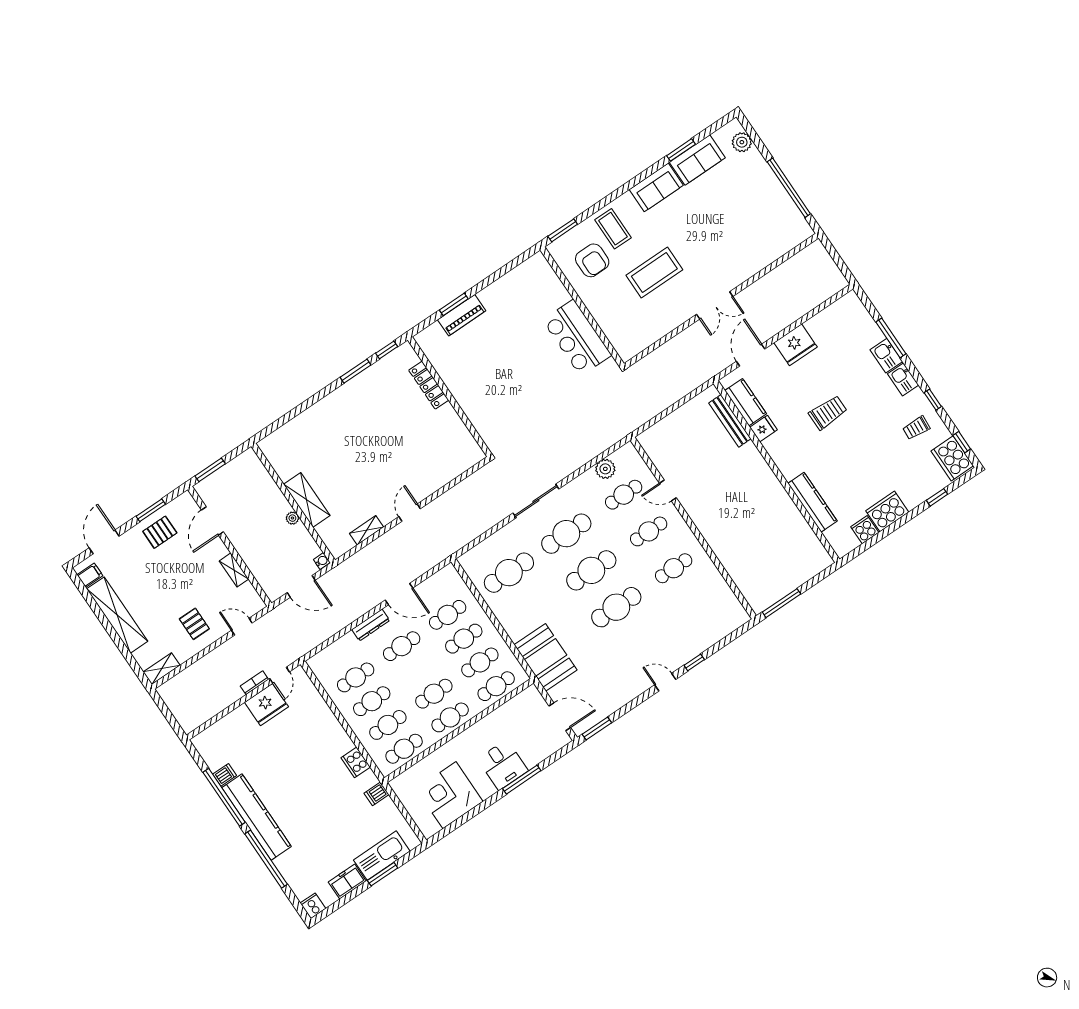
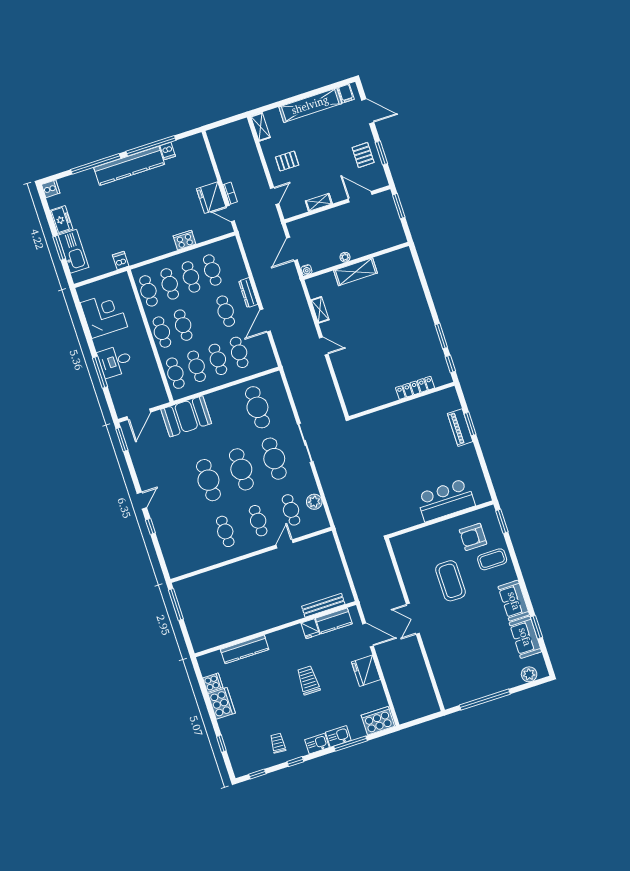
bar counter: (577, 338) -> (446, 500), moved
trolley: (828, 413) -> (308, 680), turned 180
cooker: (952, 458) -> (378, 721), moved
cooker: (356, 762) -> (185, 240), moved

